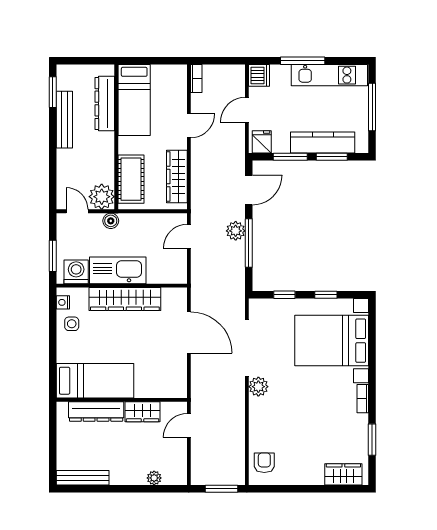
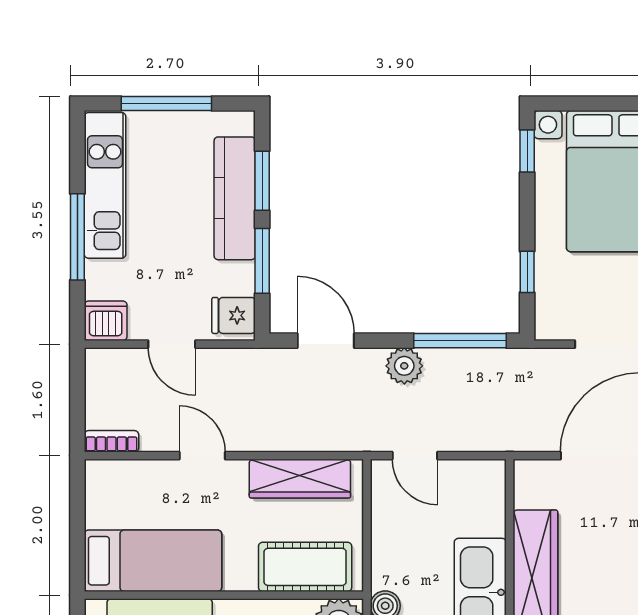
window: (249, 243) -> (460, 341), moved
window: (326, 295) -> (527, 151), moved

